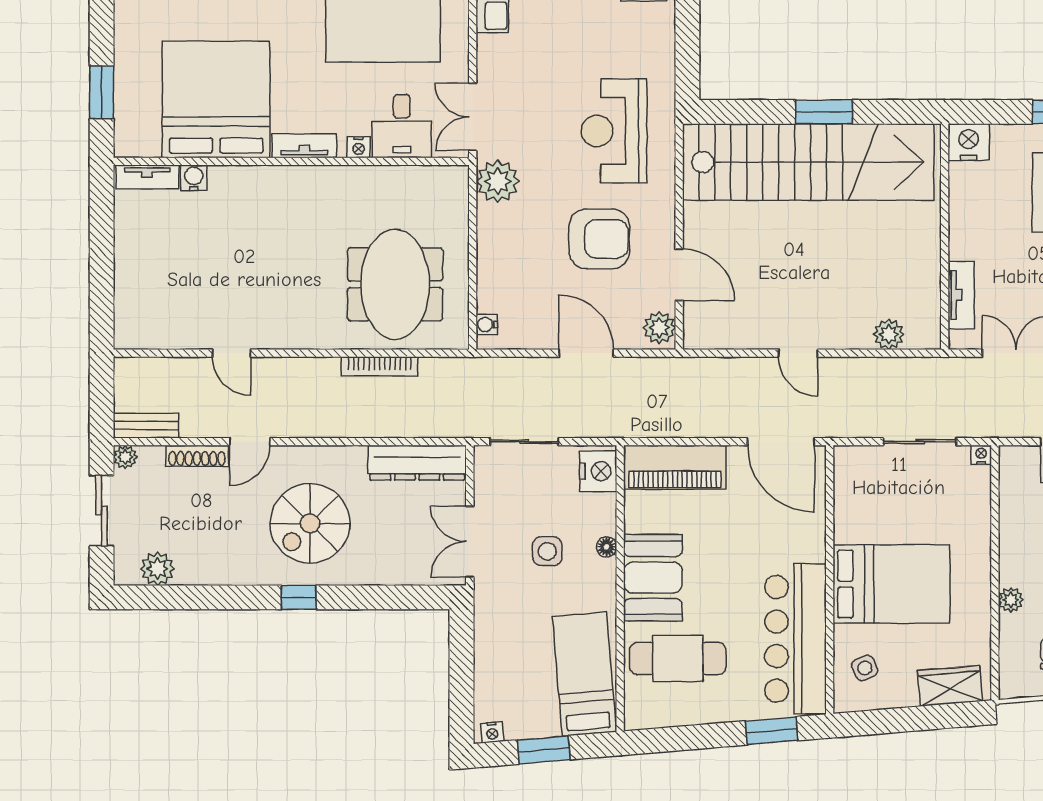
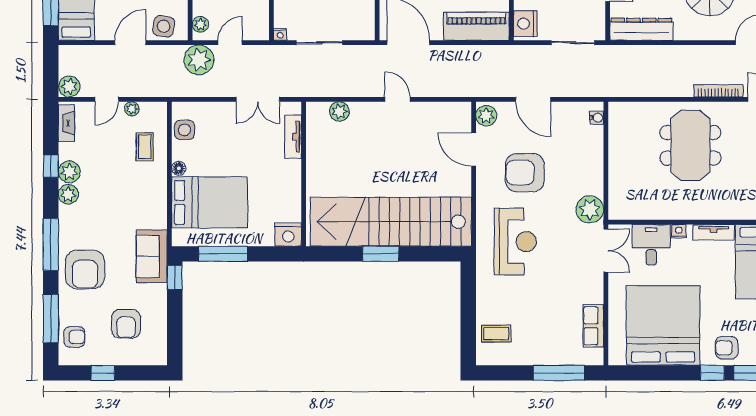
meeting table: (395, 284) -> (690, 145), moved
bookcase: (379, 366) -> (718, 91), moved

